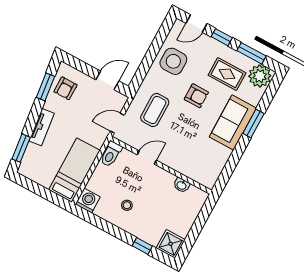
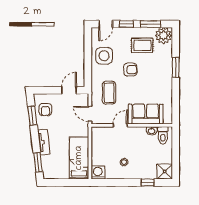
sofa: (233, 122) -> (146, 114), moved, turned 90
door: (117, 123) -> (90, 114), hinge flipped
toilet: (111, 154) -> (163, 135), moved

